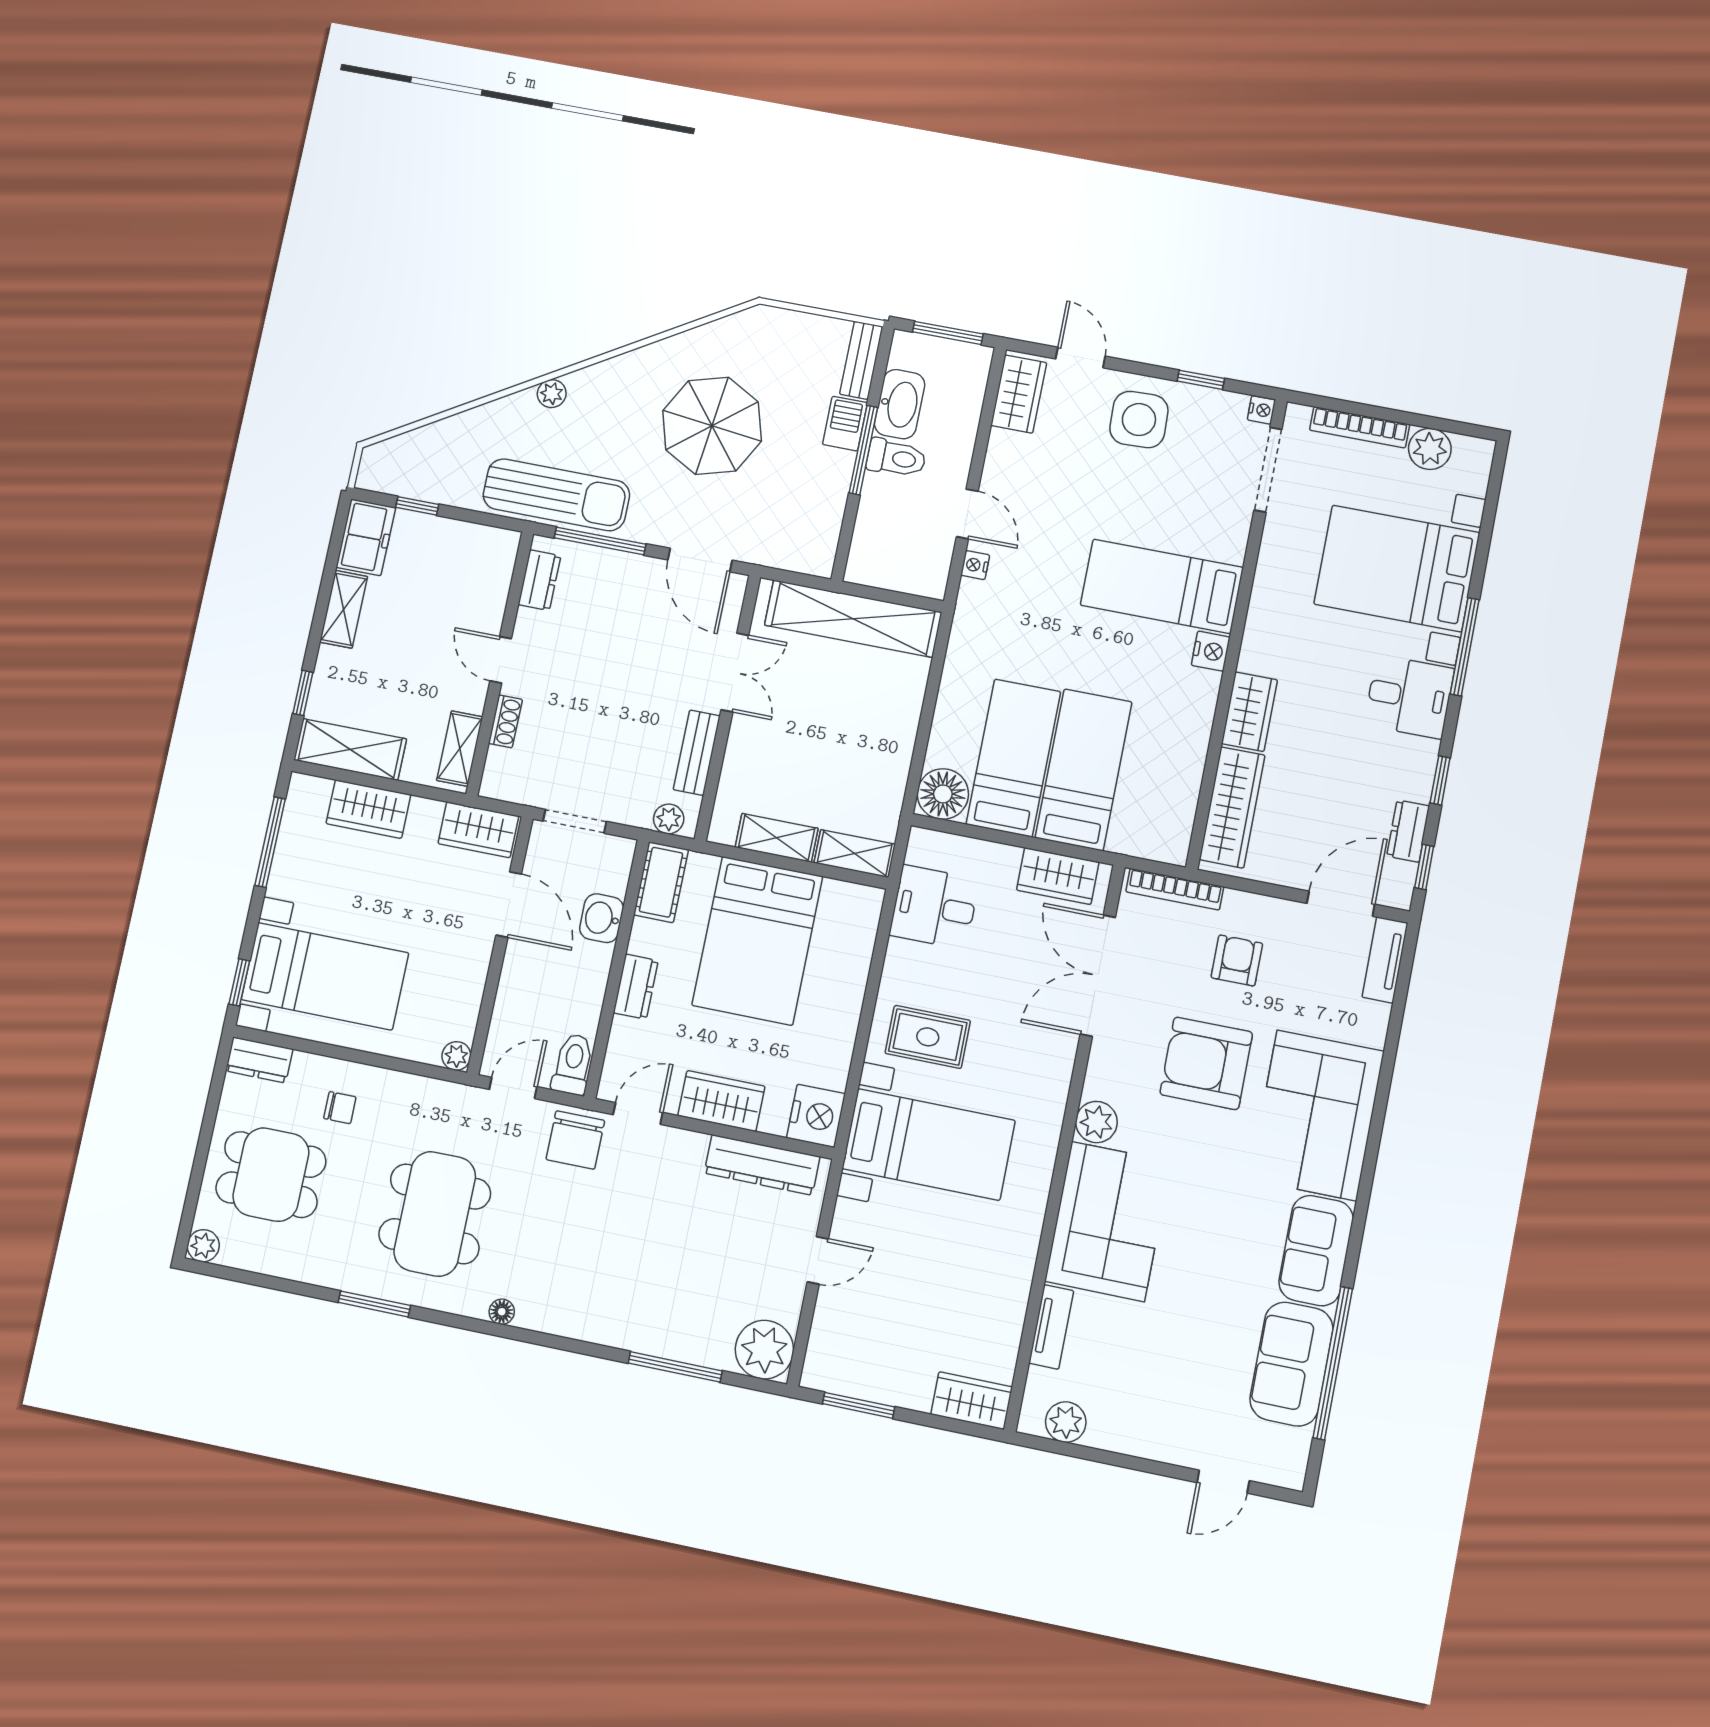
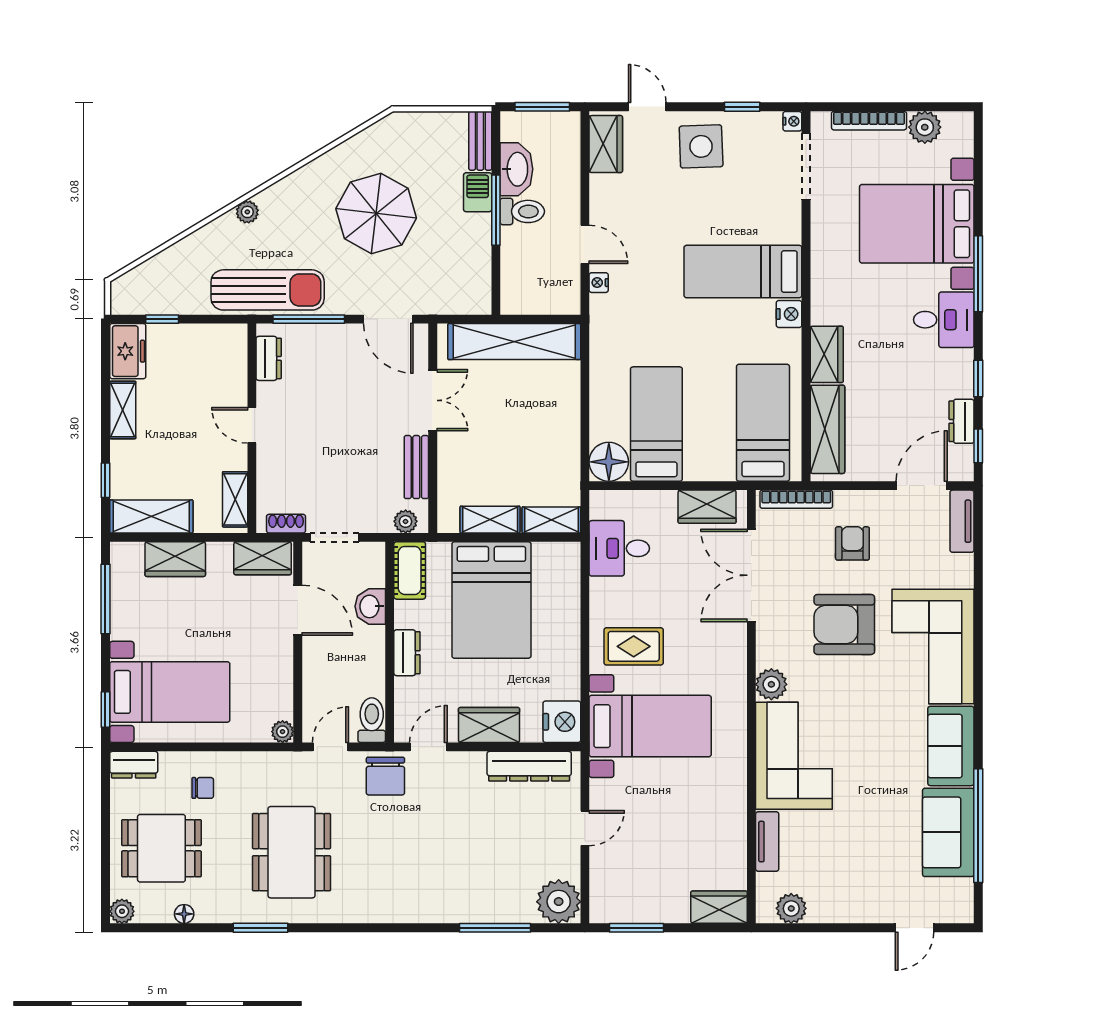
shoe rack: (505, 721) -> (286, 524), moved, turned -90
bed: (1084, 770) -> (763, 423), moved
floor lamp: (502, 1312) -> (184, 914), moved

